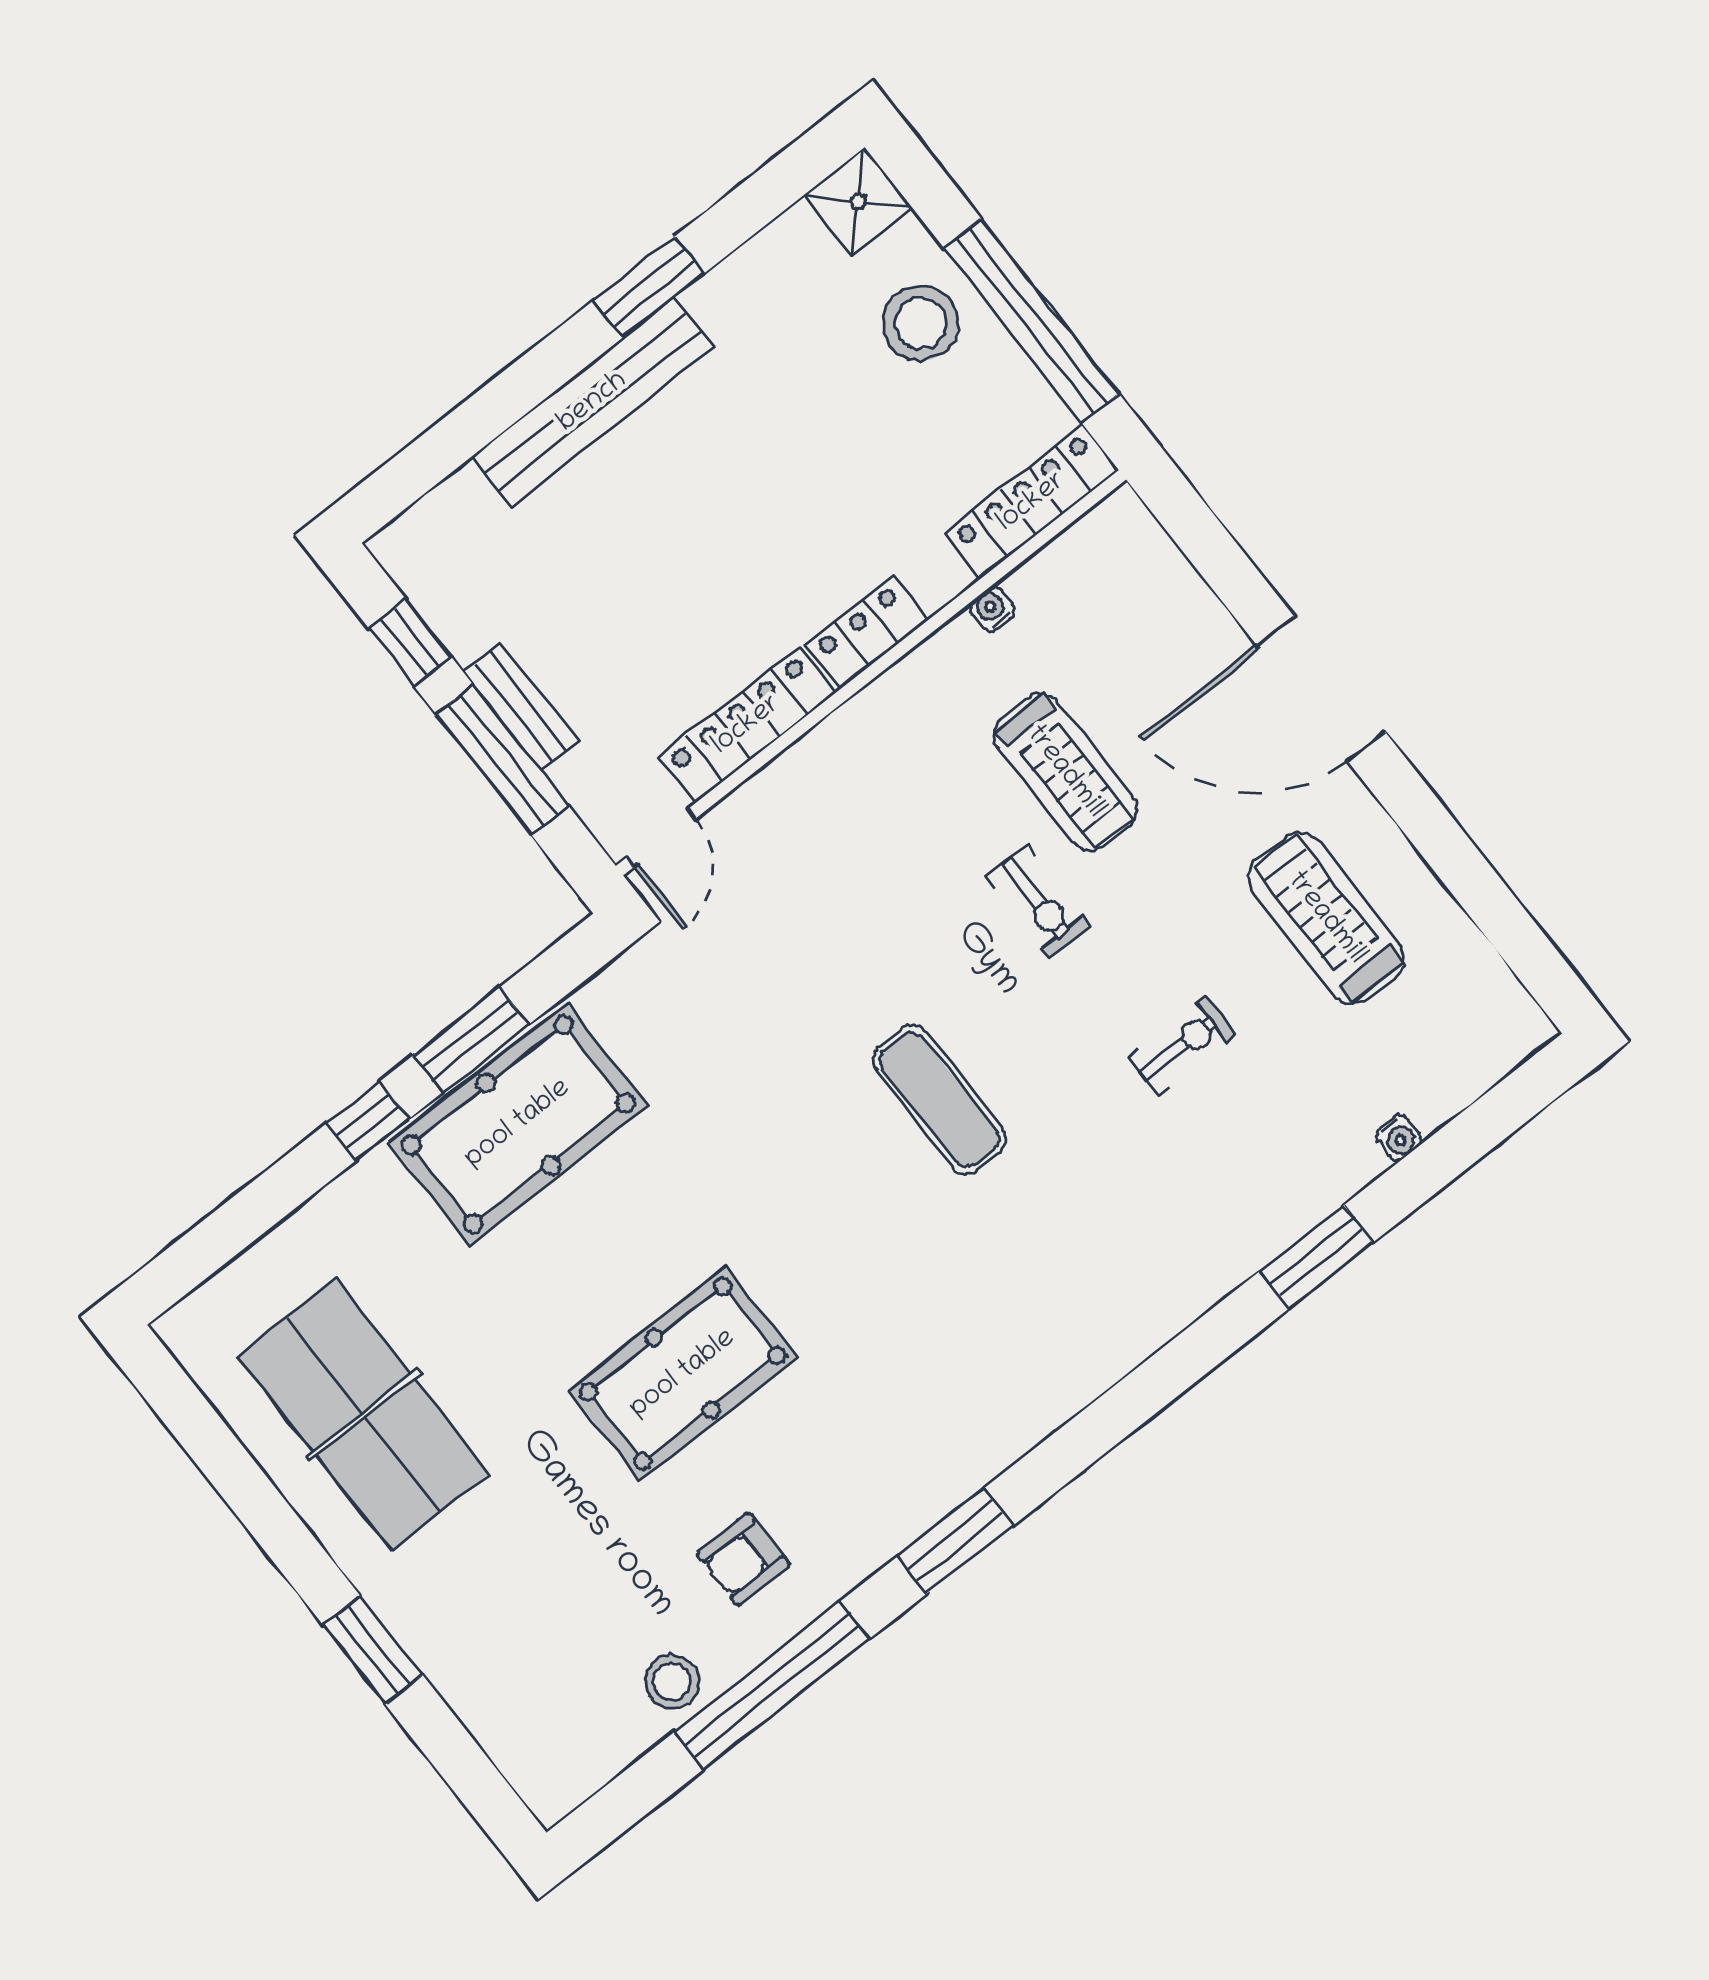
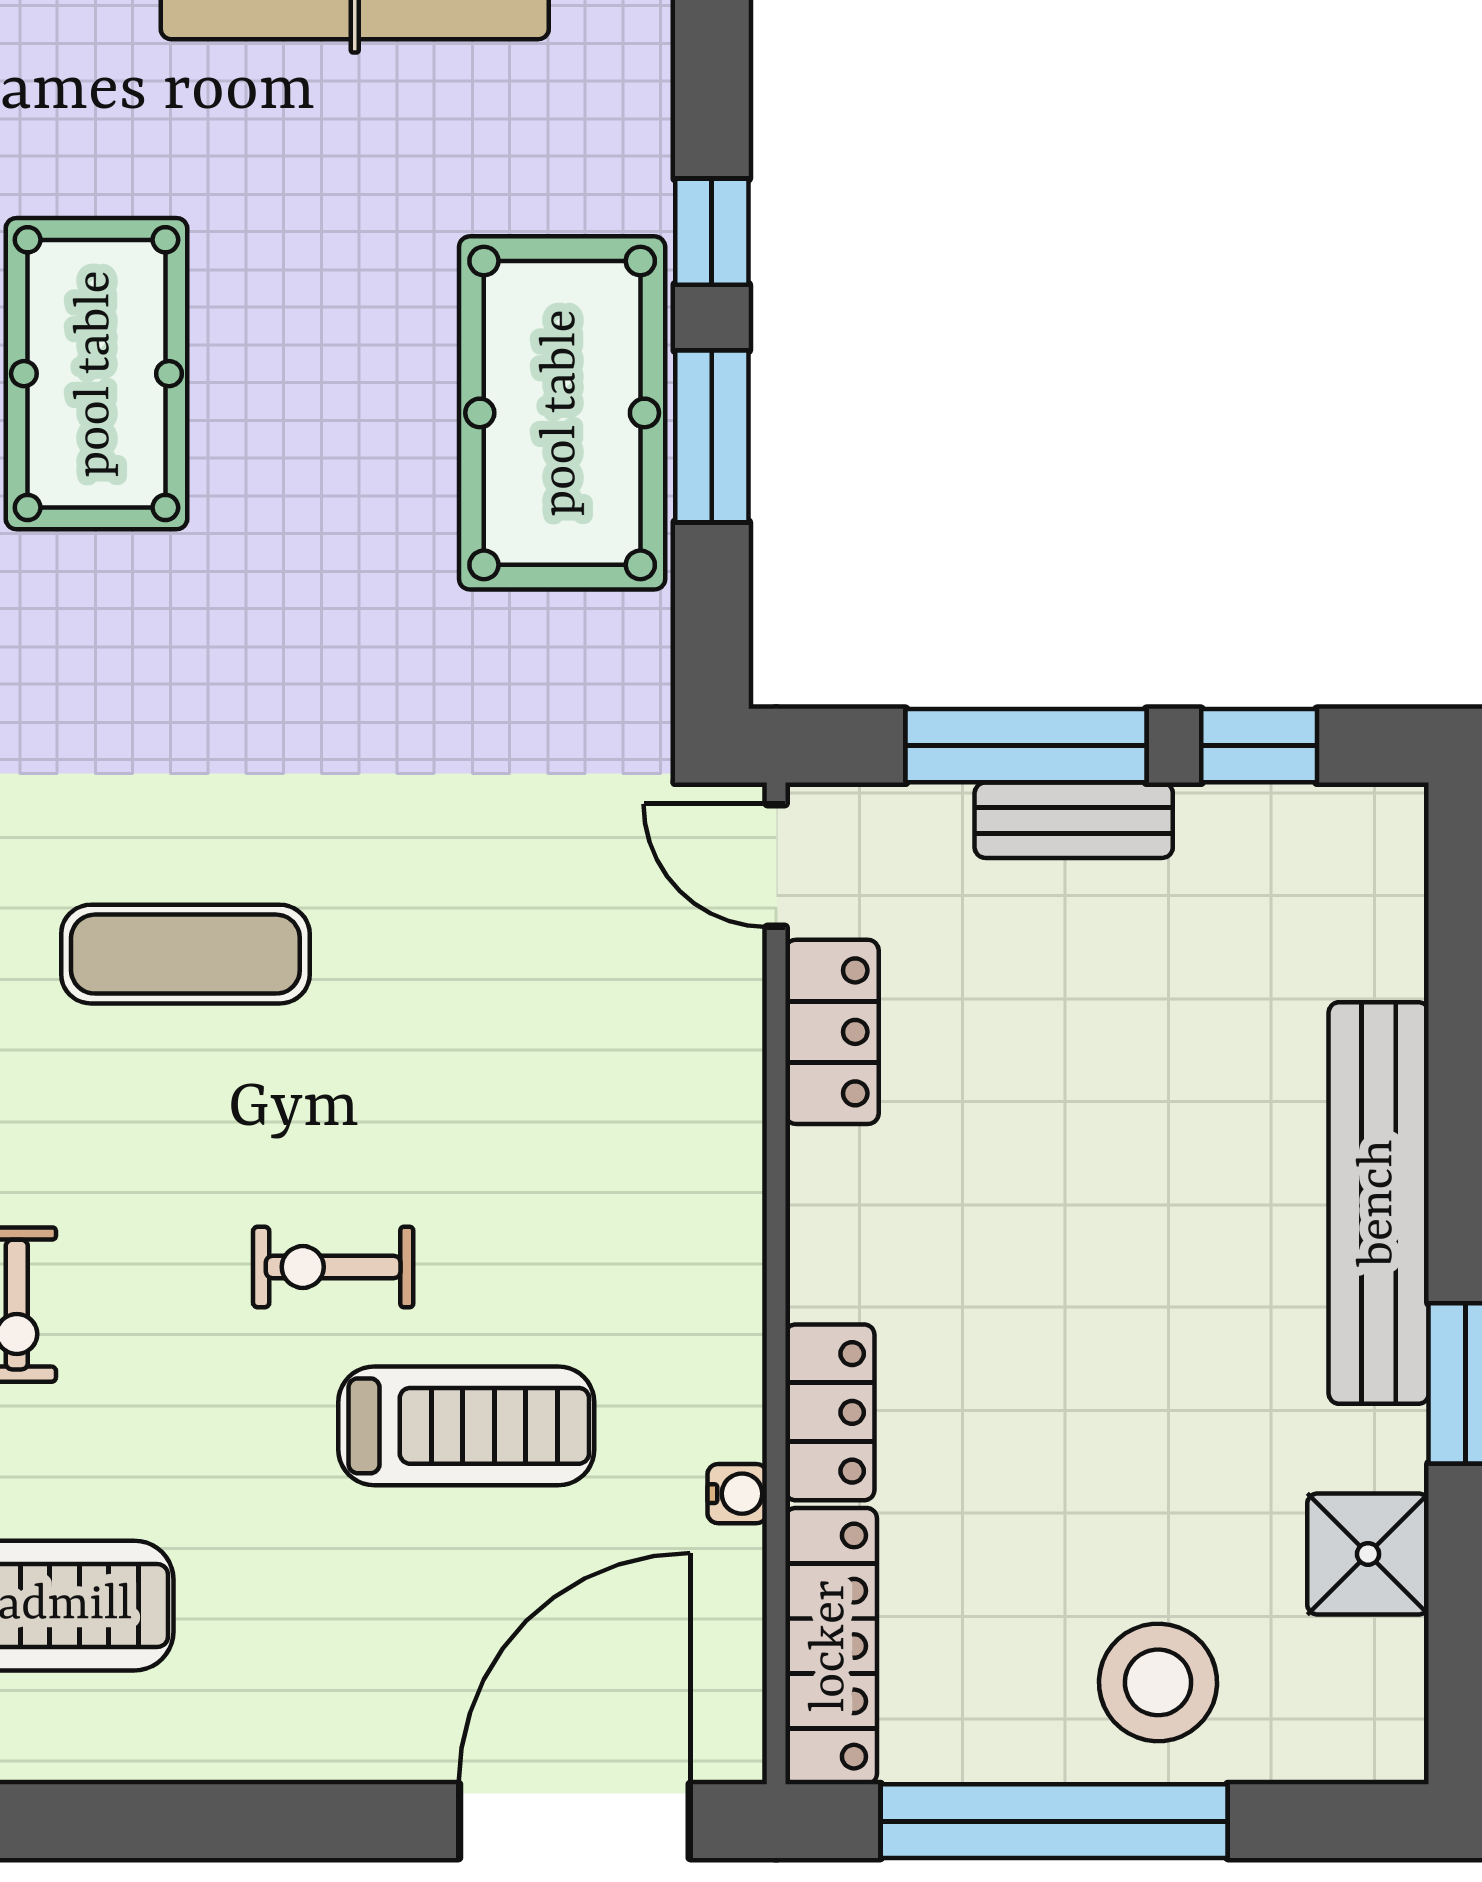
shower: (858, 201) -> (1368, 1554), moved
locker: (867, 633) -> (830, 1412), moved
door: (1321, 689) -> (574, 1821), moved
locker: (747, 725) -> (832, 1032), width x0.66
treadmill: (1065, 772) -> (466, 1426), turned 180

